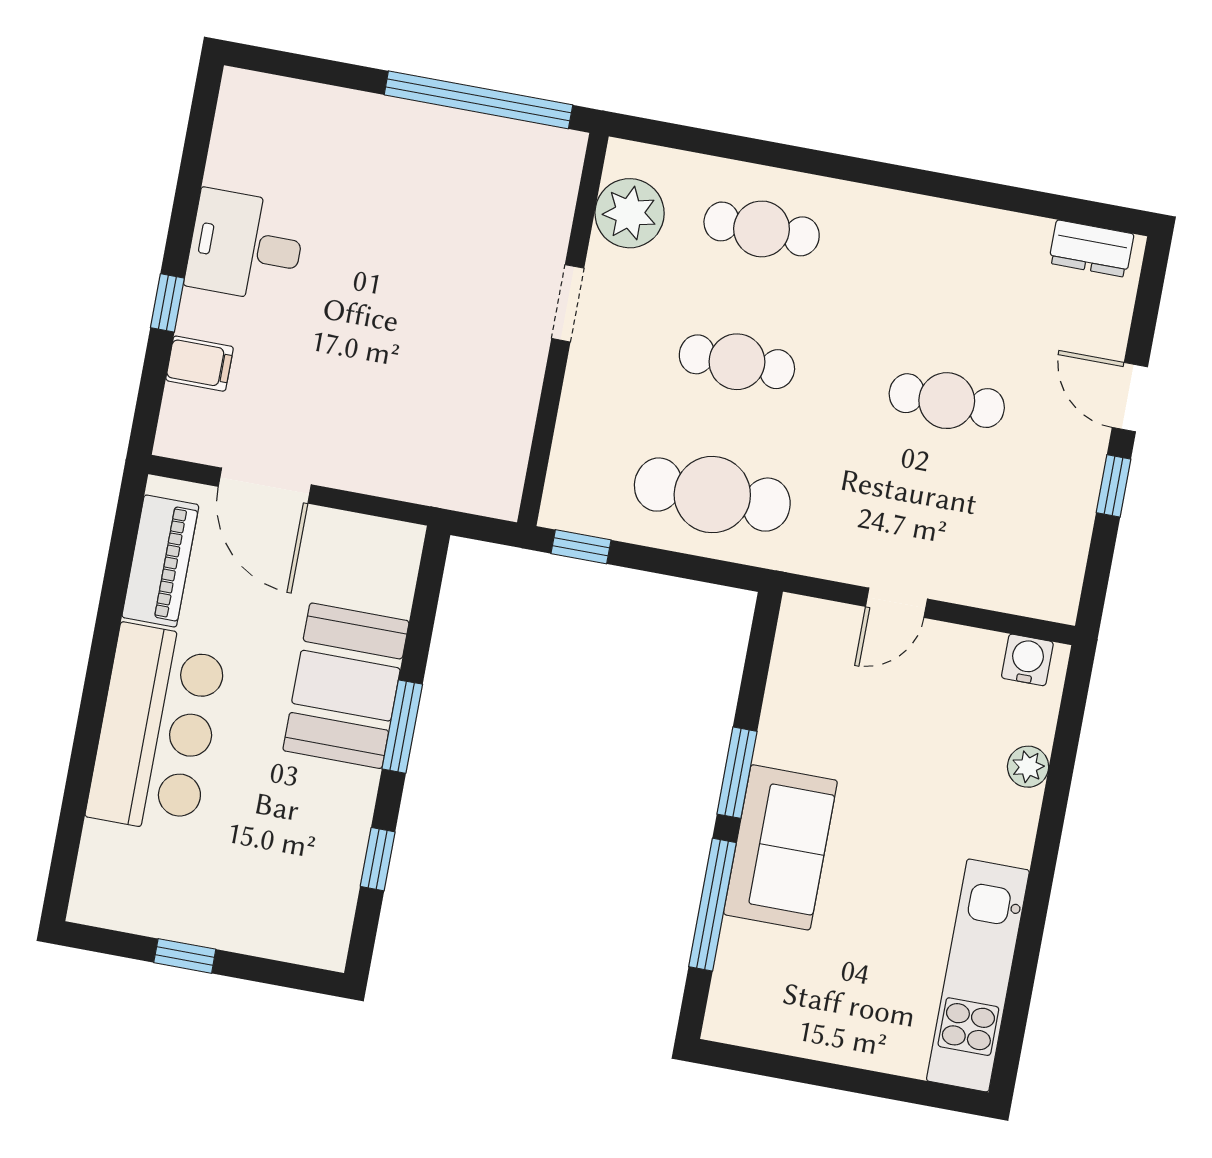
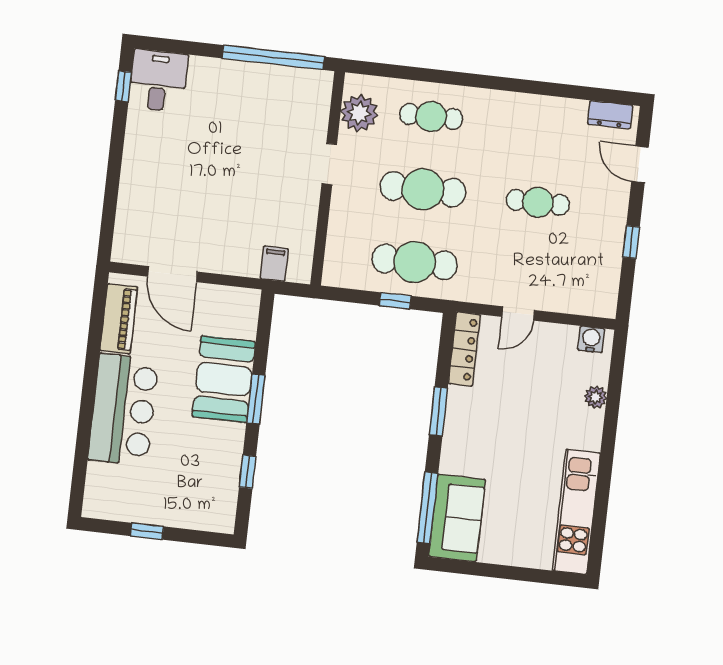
desk: (246, 246) -> (158, 81), moved, turned 90
window: (167, 303) -> (123, 86), moved
cafe table: (737, 362) -> (423, 189), width x1.37, depth x1.35
filing cabinet: (200, 364) -> (274, 264), moved, turned -90
door: (1130, 397) -> (640, 164), moved
window: (581, 547) -> (395, 301), moved
locker: (793, 661) -> (464, 349), added
sofa: (780, 847) -> (457, 518), moved
window: (712, 905) -> (427, 508), moved

